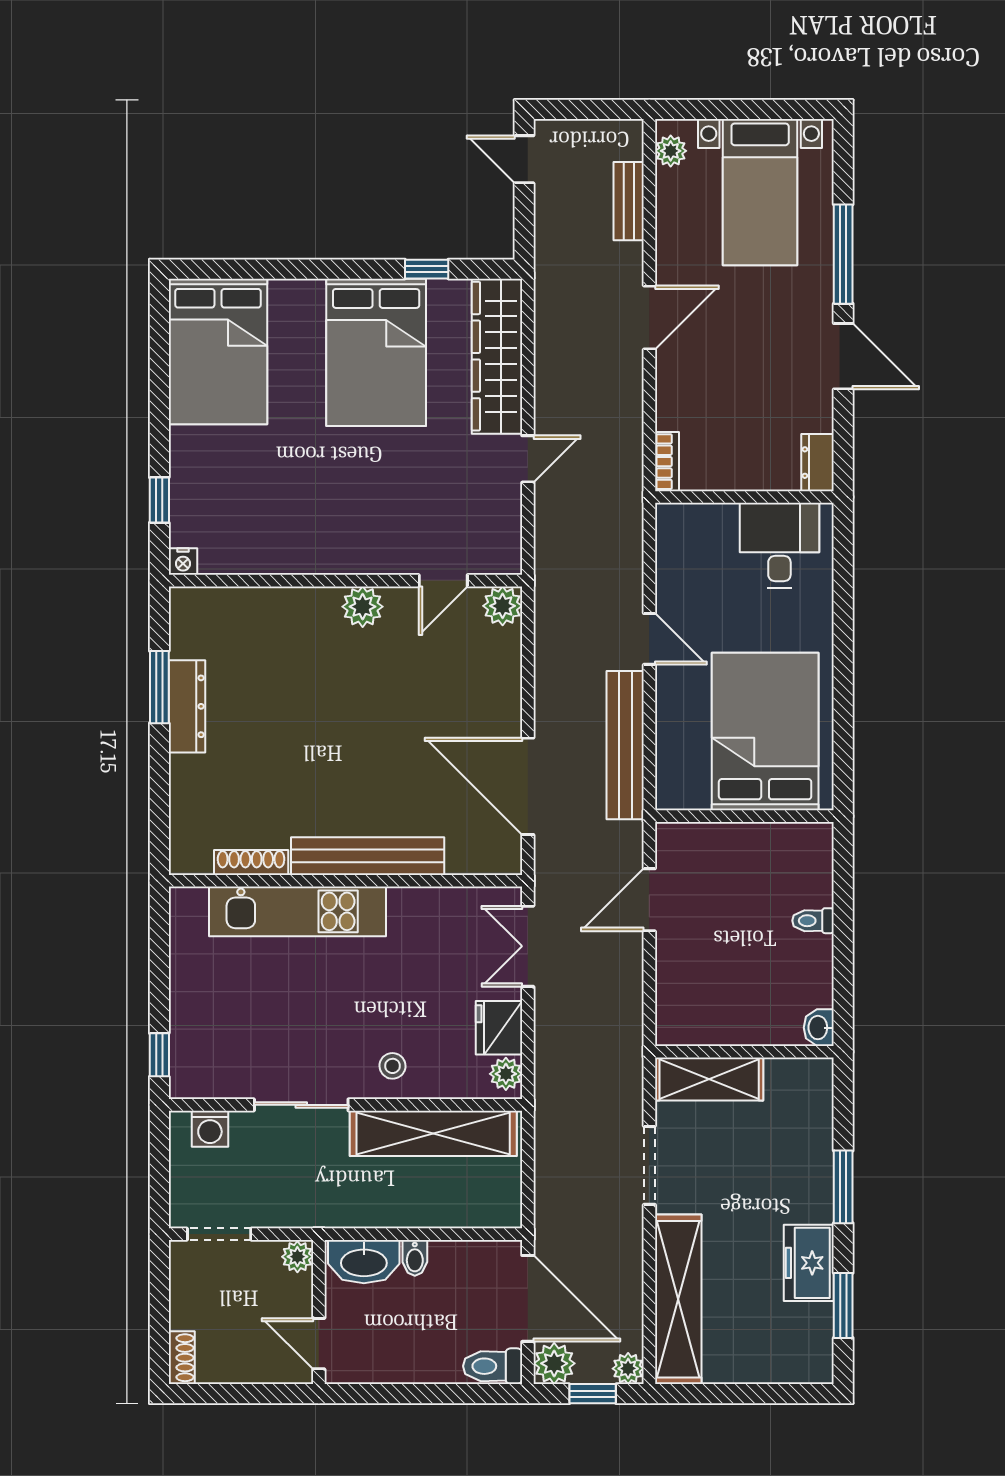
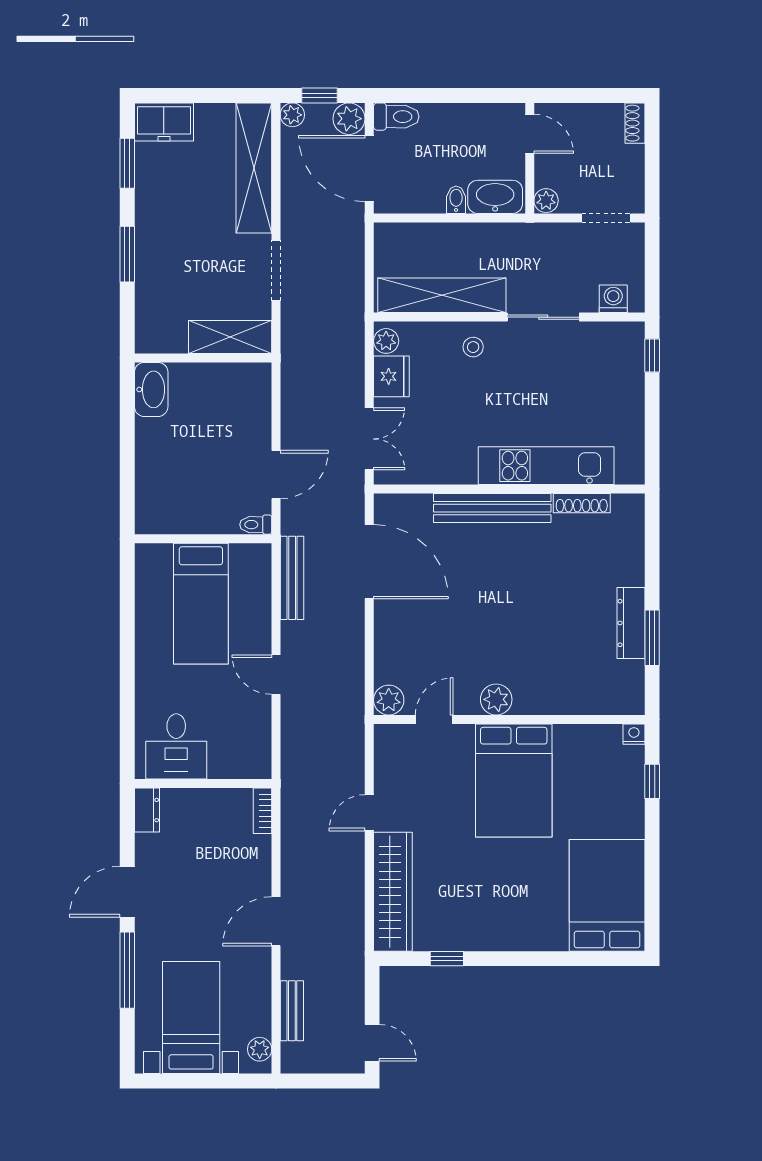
bed: (376, 352) -> (514, 780), moved, turned 180
door: (843, 356) -> (127, 892), hinge flipped
bed: (765, 732) -> (201, 604), width x0.67
bench: (625, 745) -> (292, 578), width x0.73, depth x0.82
toilet: (813, 921) -> (256, 525), moved, turned 180
washbasin: (819, 1028) -> (151, 389), width x1.91, depth x1.45
freezer: (809, 1263) -> (164, 122), moved, turned 90

